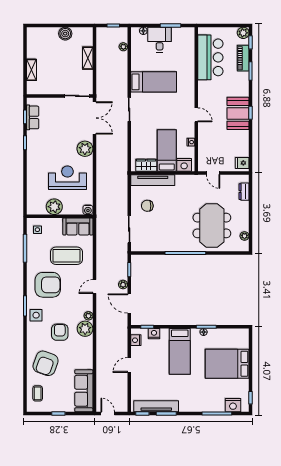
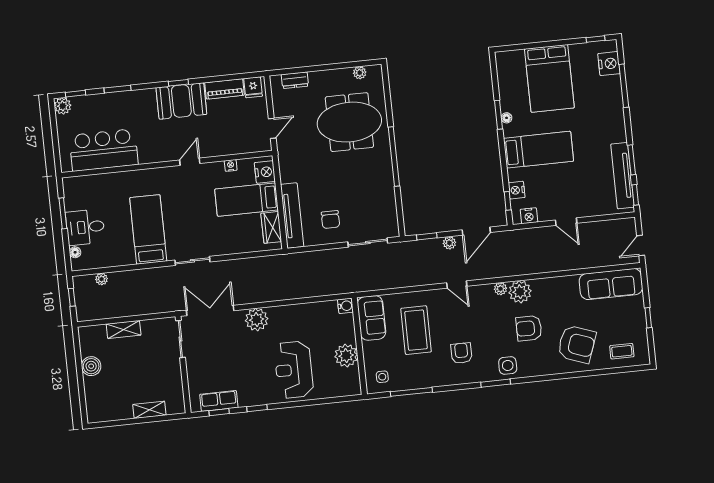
piano: (243, 58) -> (225, 89), moved
reception desk: (67, 178) -> (294, 370), moved
armchair: (48, 285) -> (461, 353), width x0.53, depth x0.53

